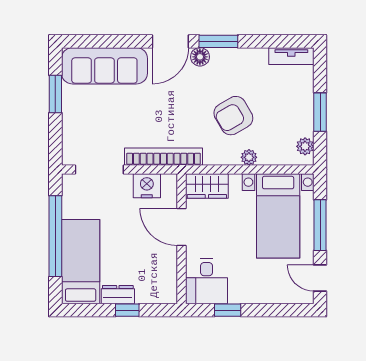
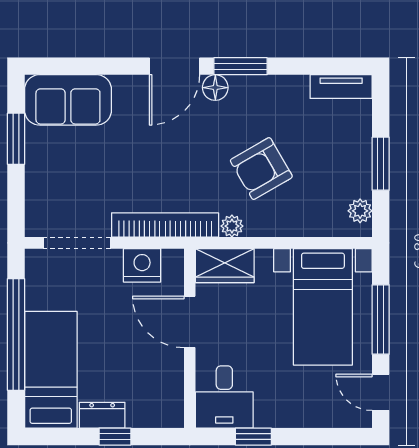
sofa: (104, 66) -> (68, 100), width x0.73
plant: (249, 157) -> (232, 226), moved

